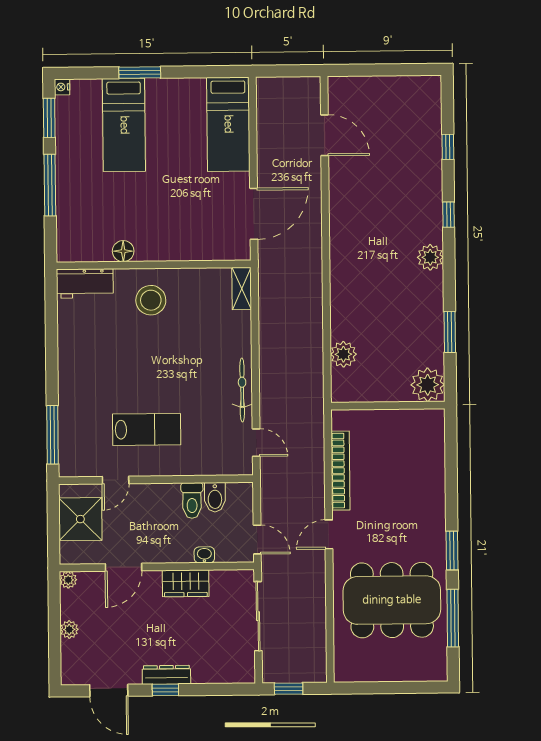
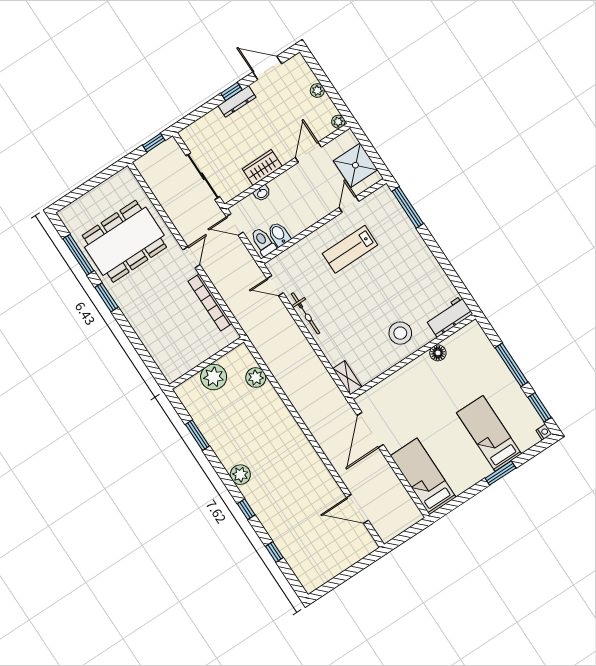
plant: (428, 385) -> (214, 377), moved
toilet: (192, 501) -> (263, 242), moved

